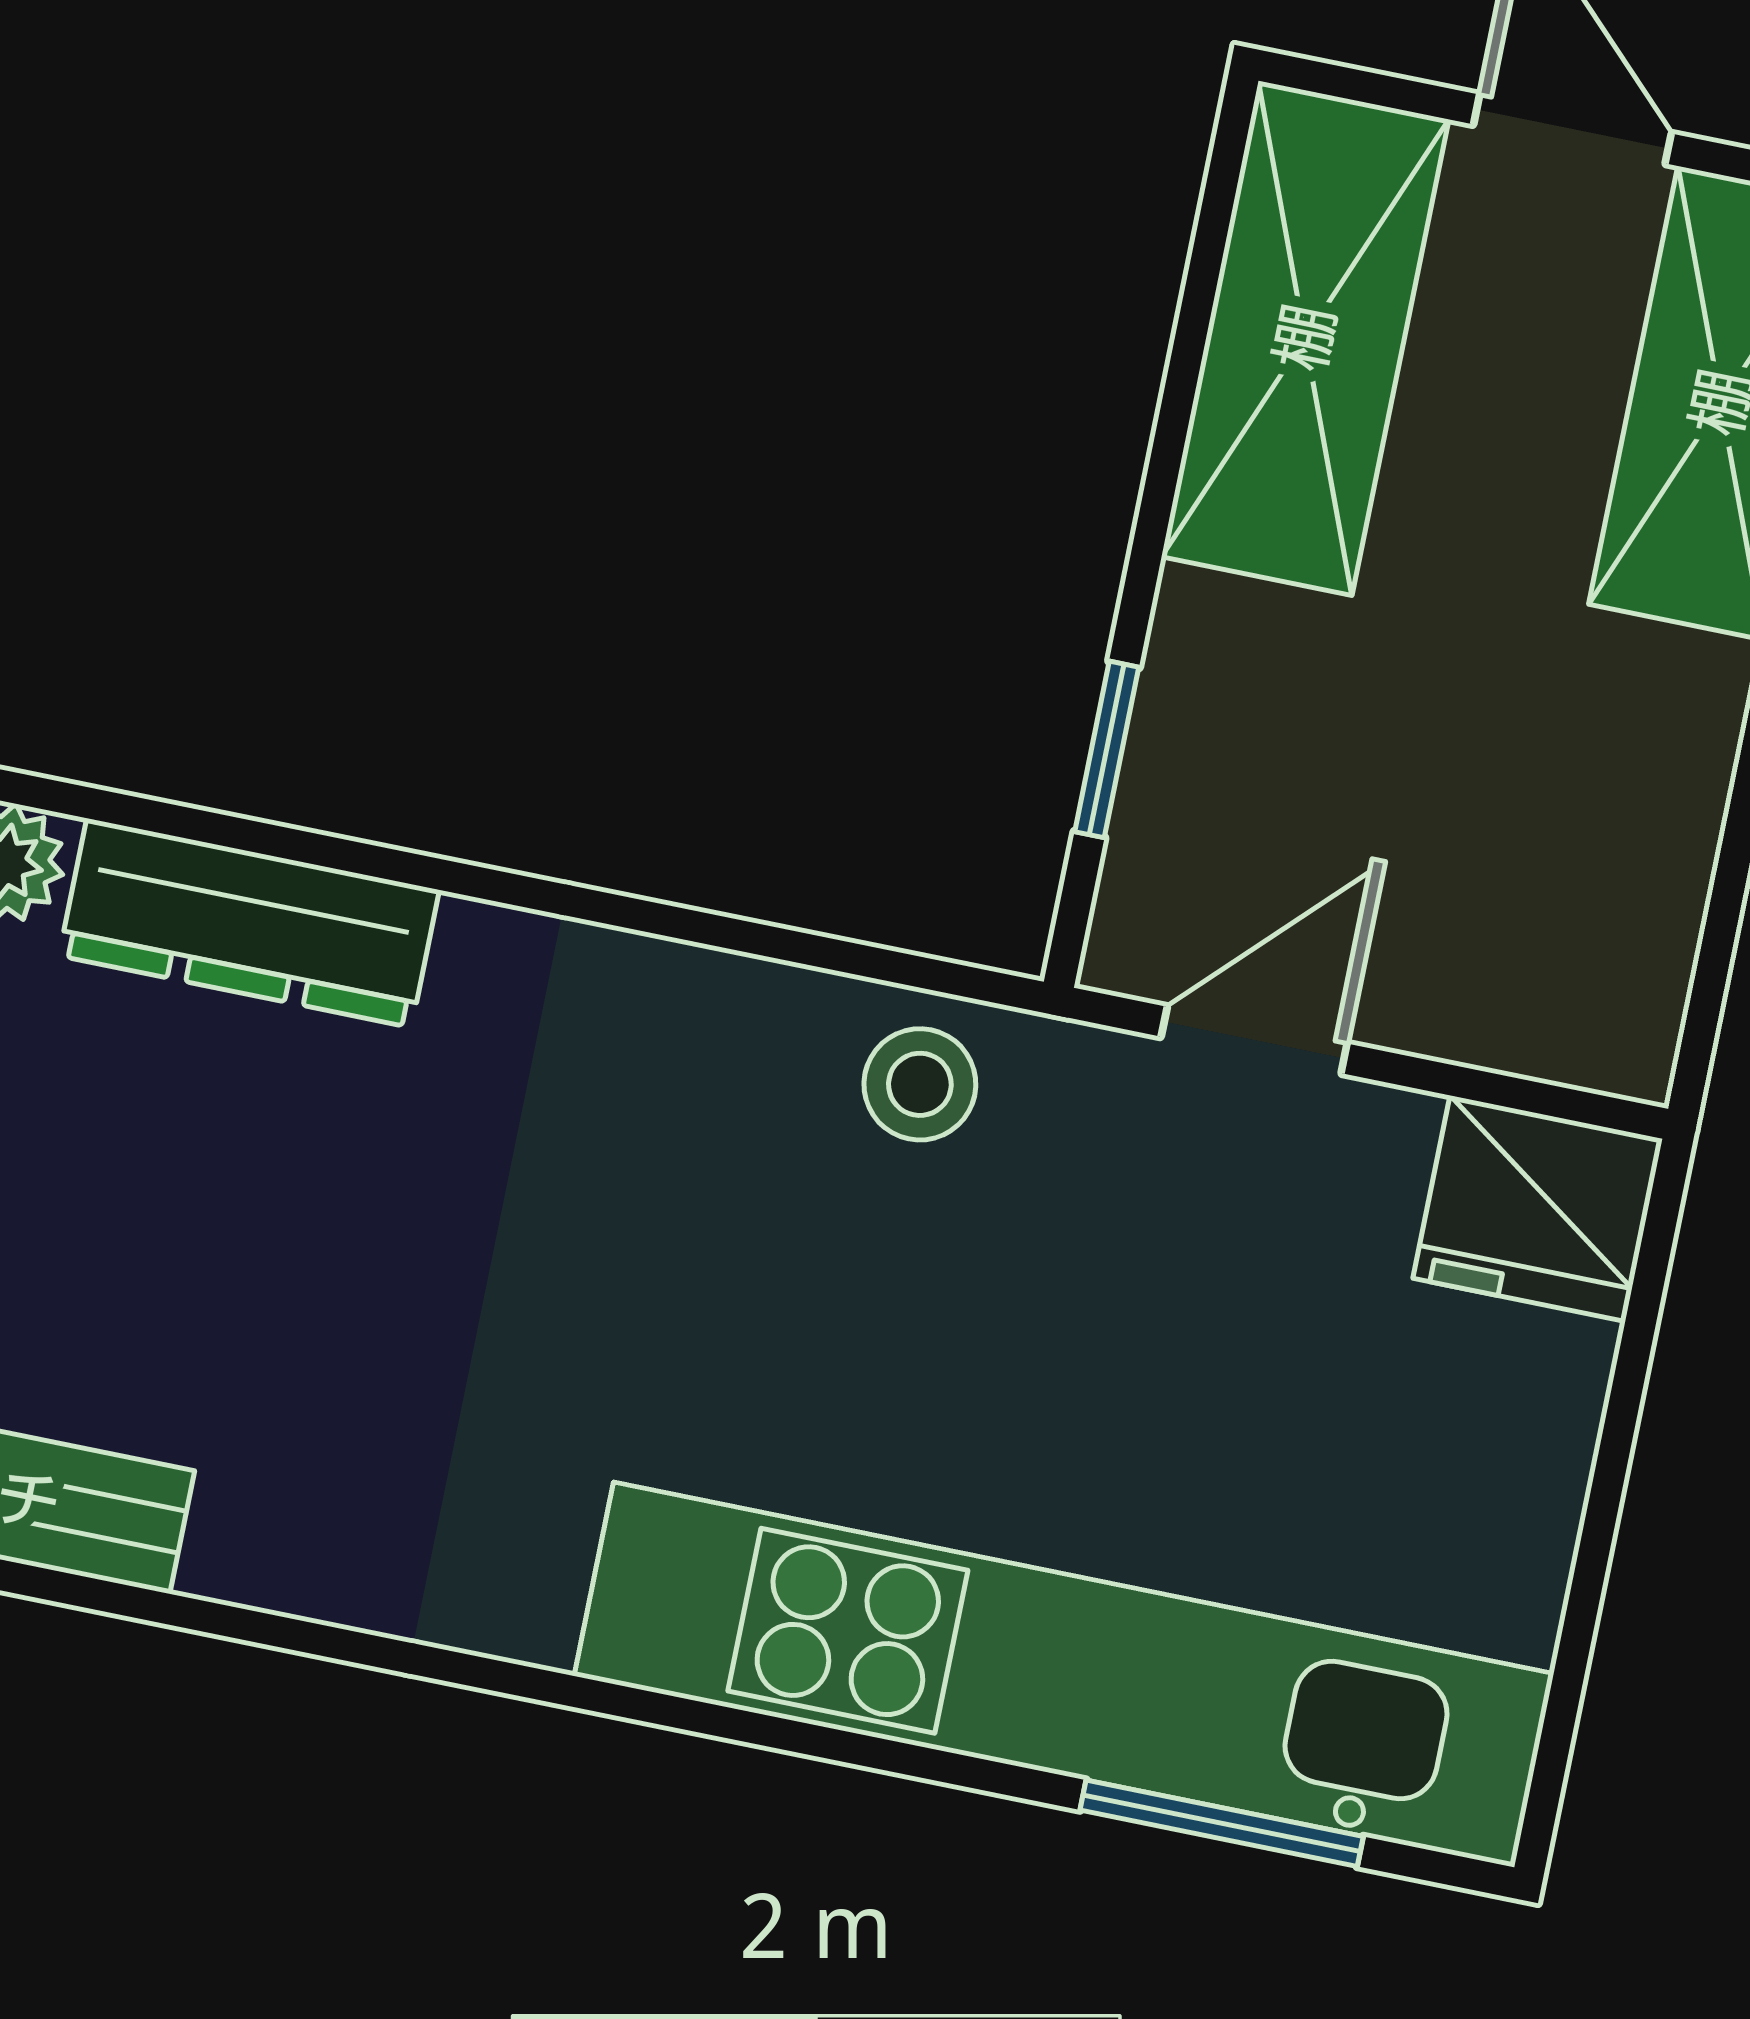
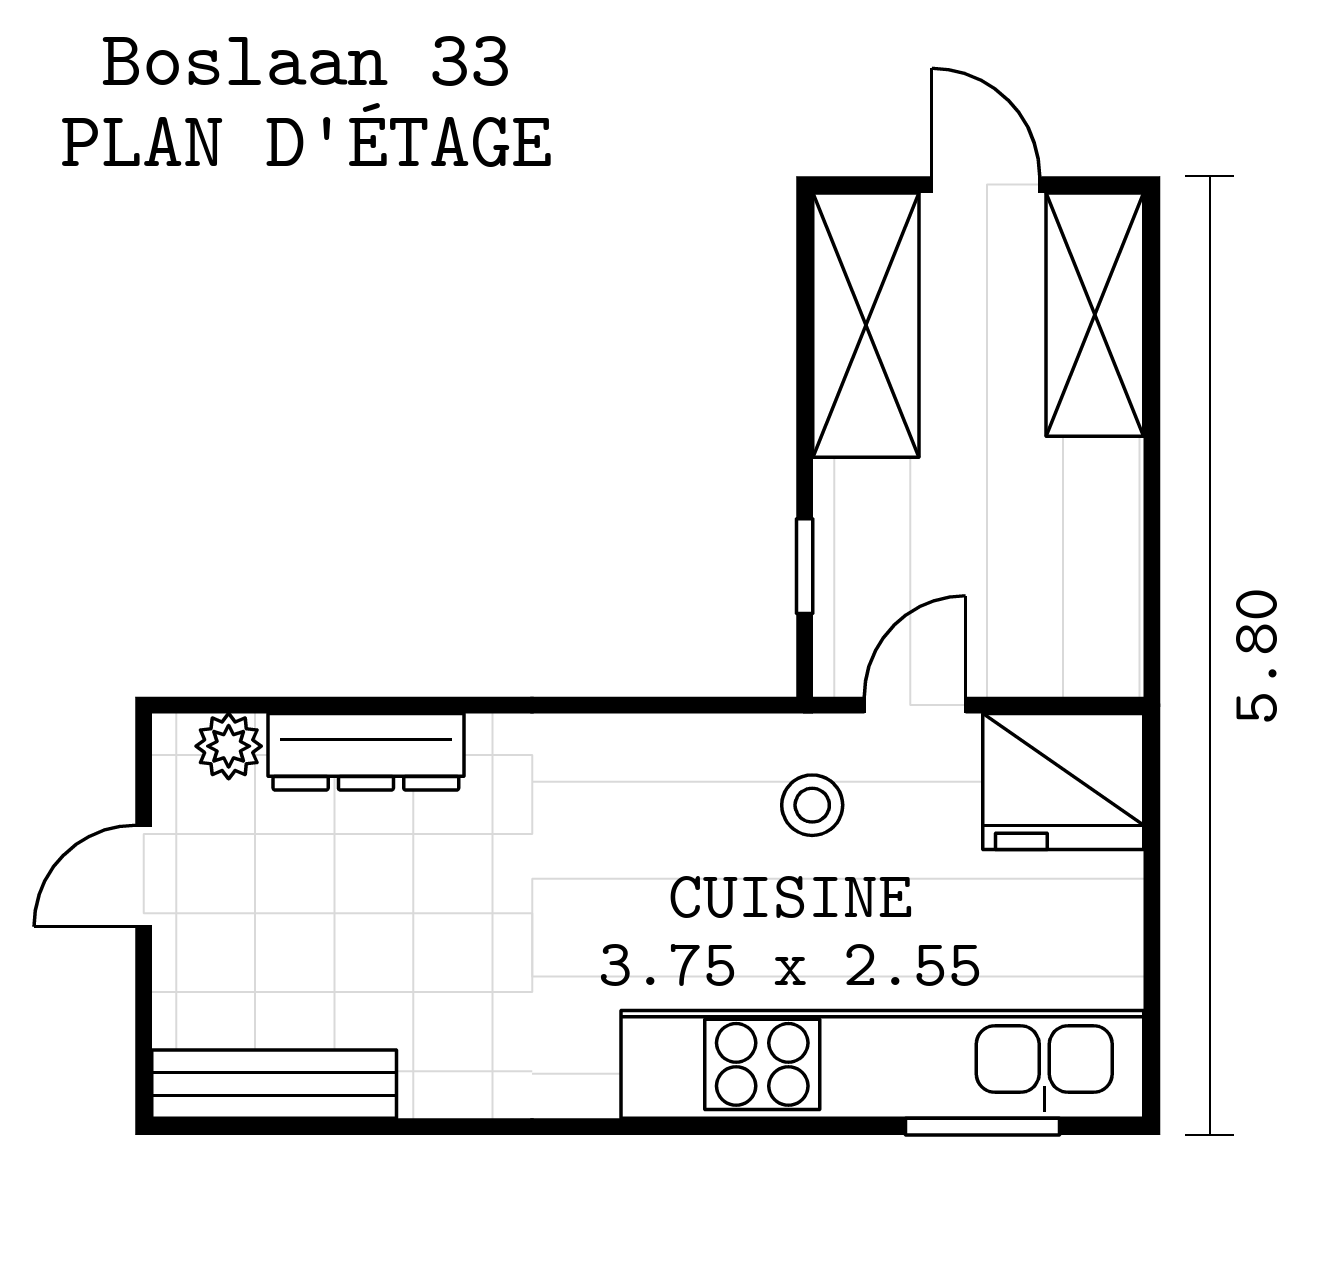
stool: (920, 1084) -> (812, 805), moved
fridge: (1538, 1208) -> (1063, 781), width x1.36, depth x1.34

